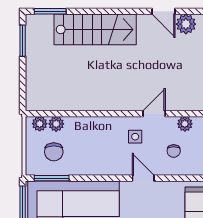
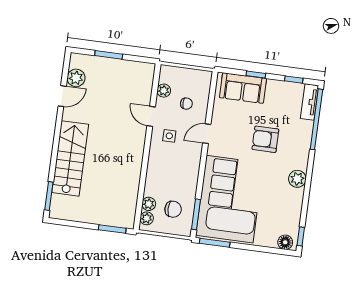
window: (23, 41) -> (112, 229), moved

